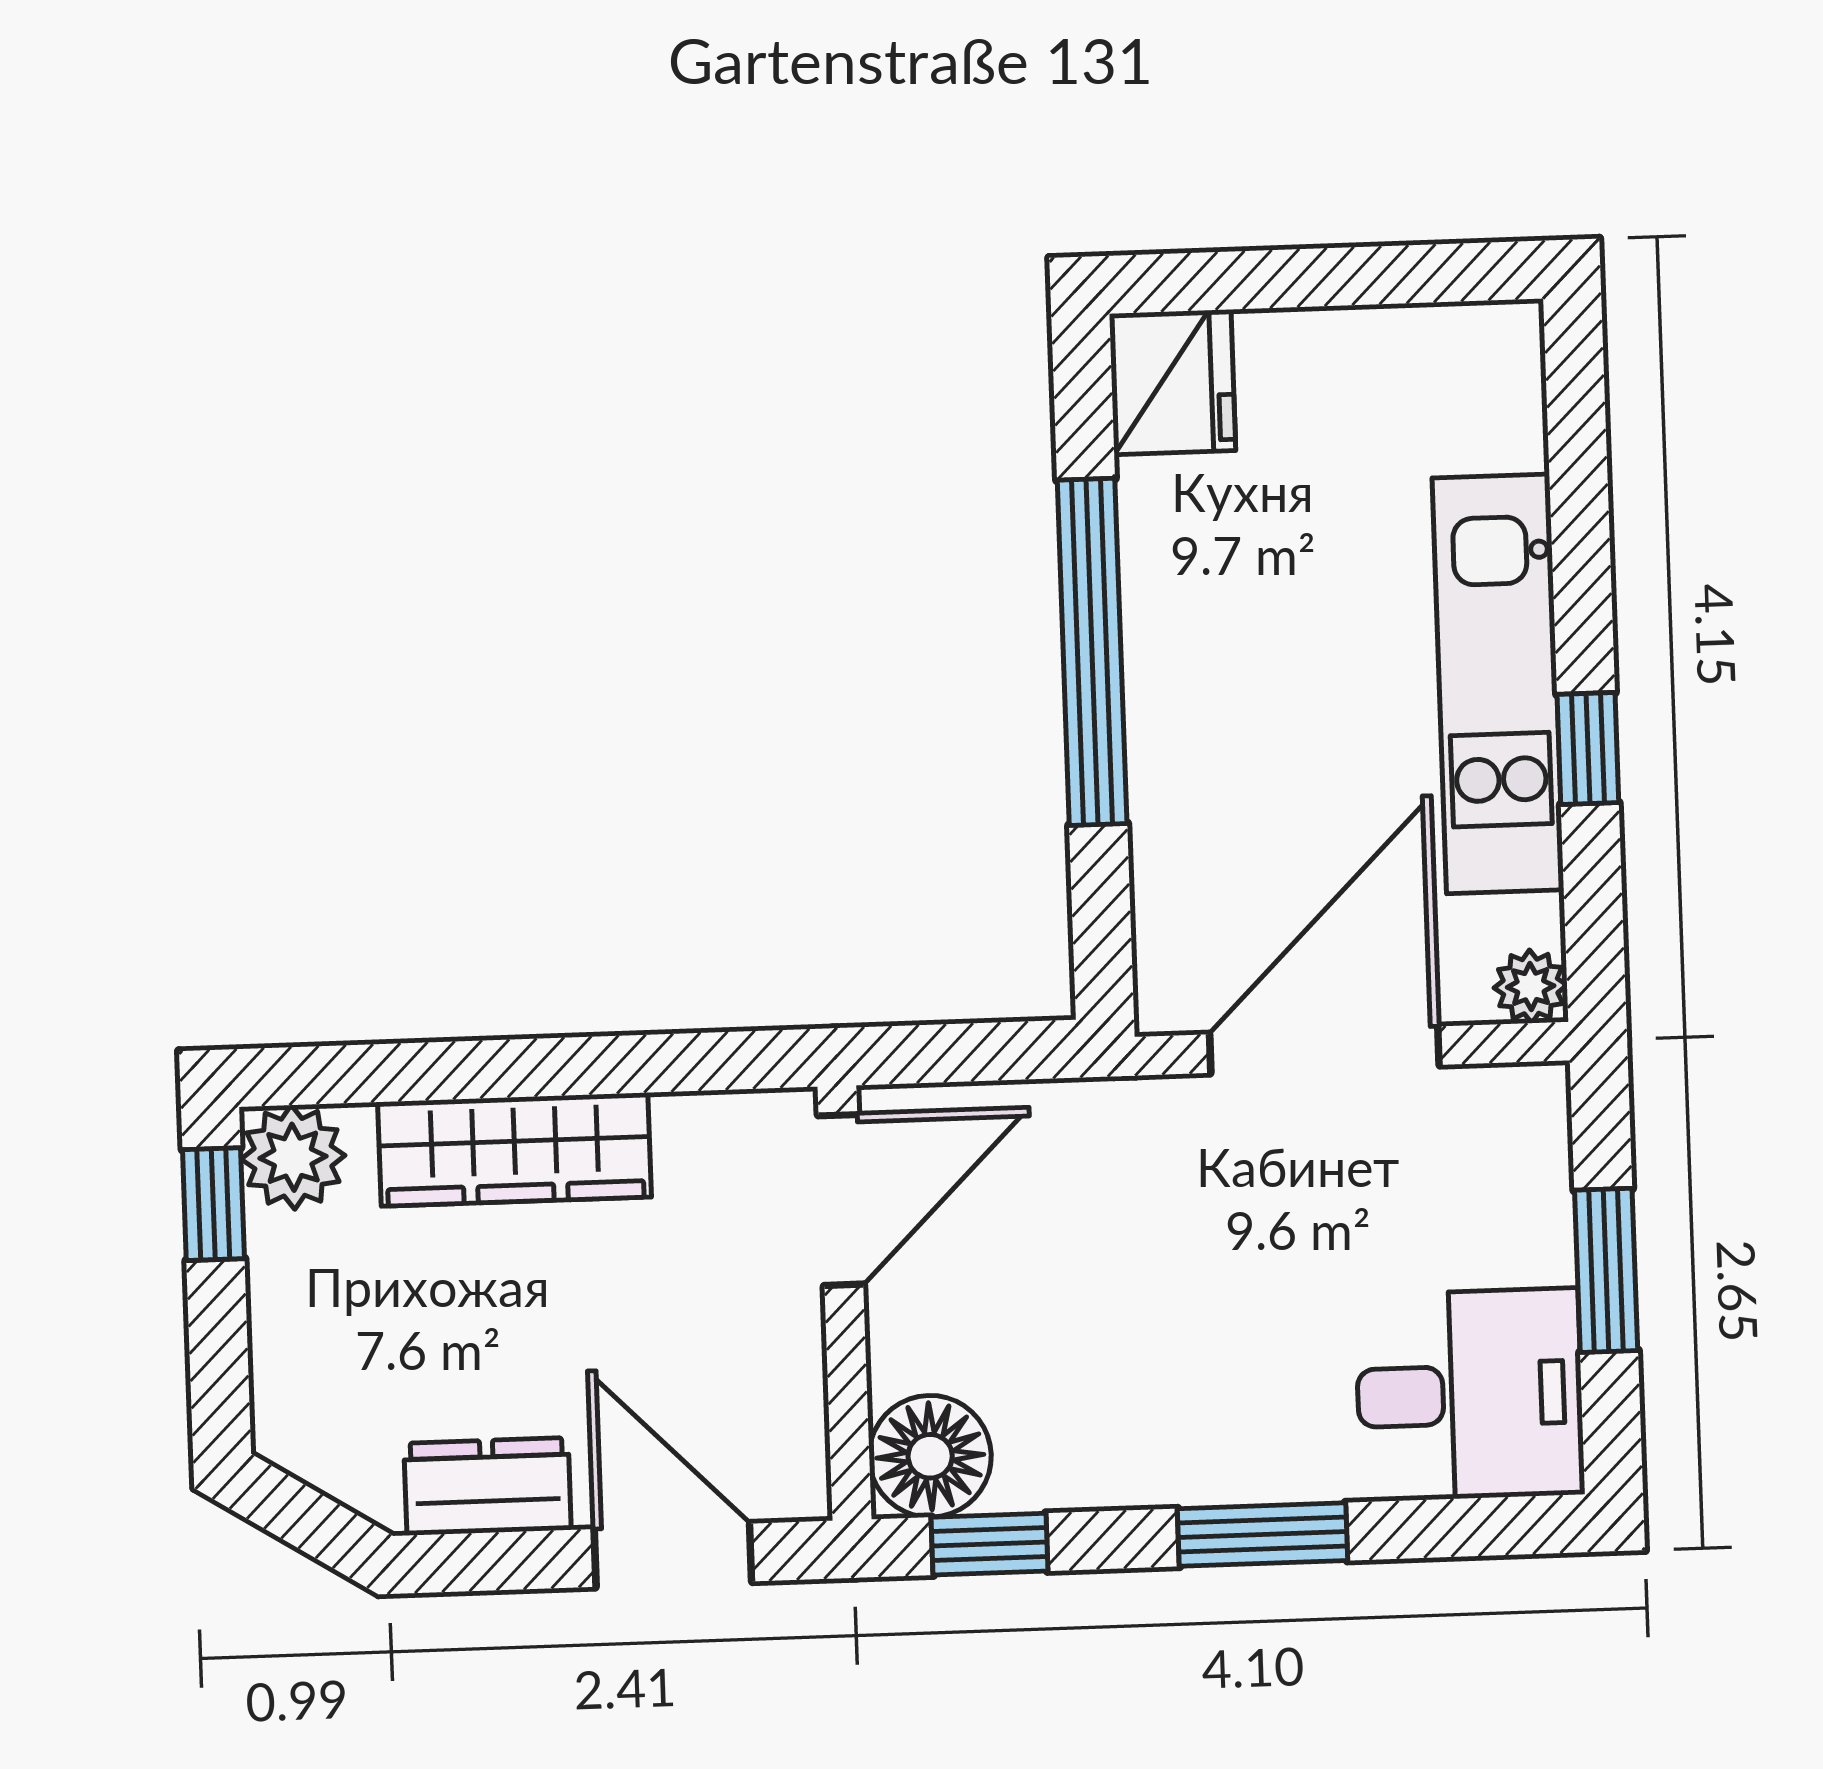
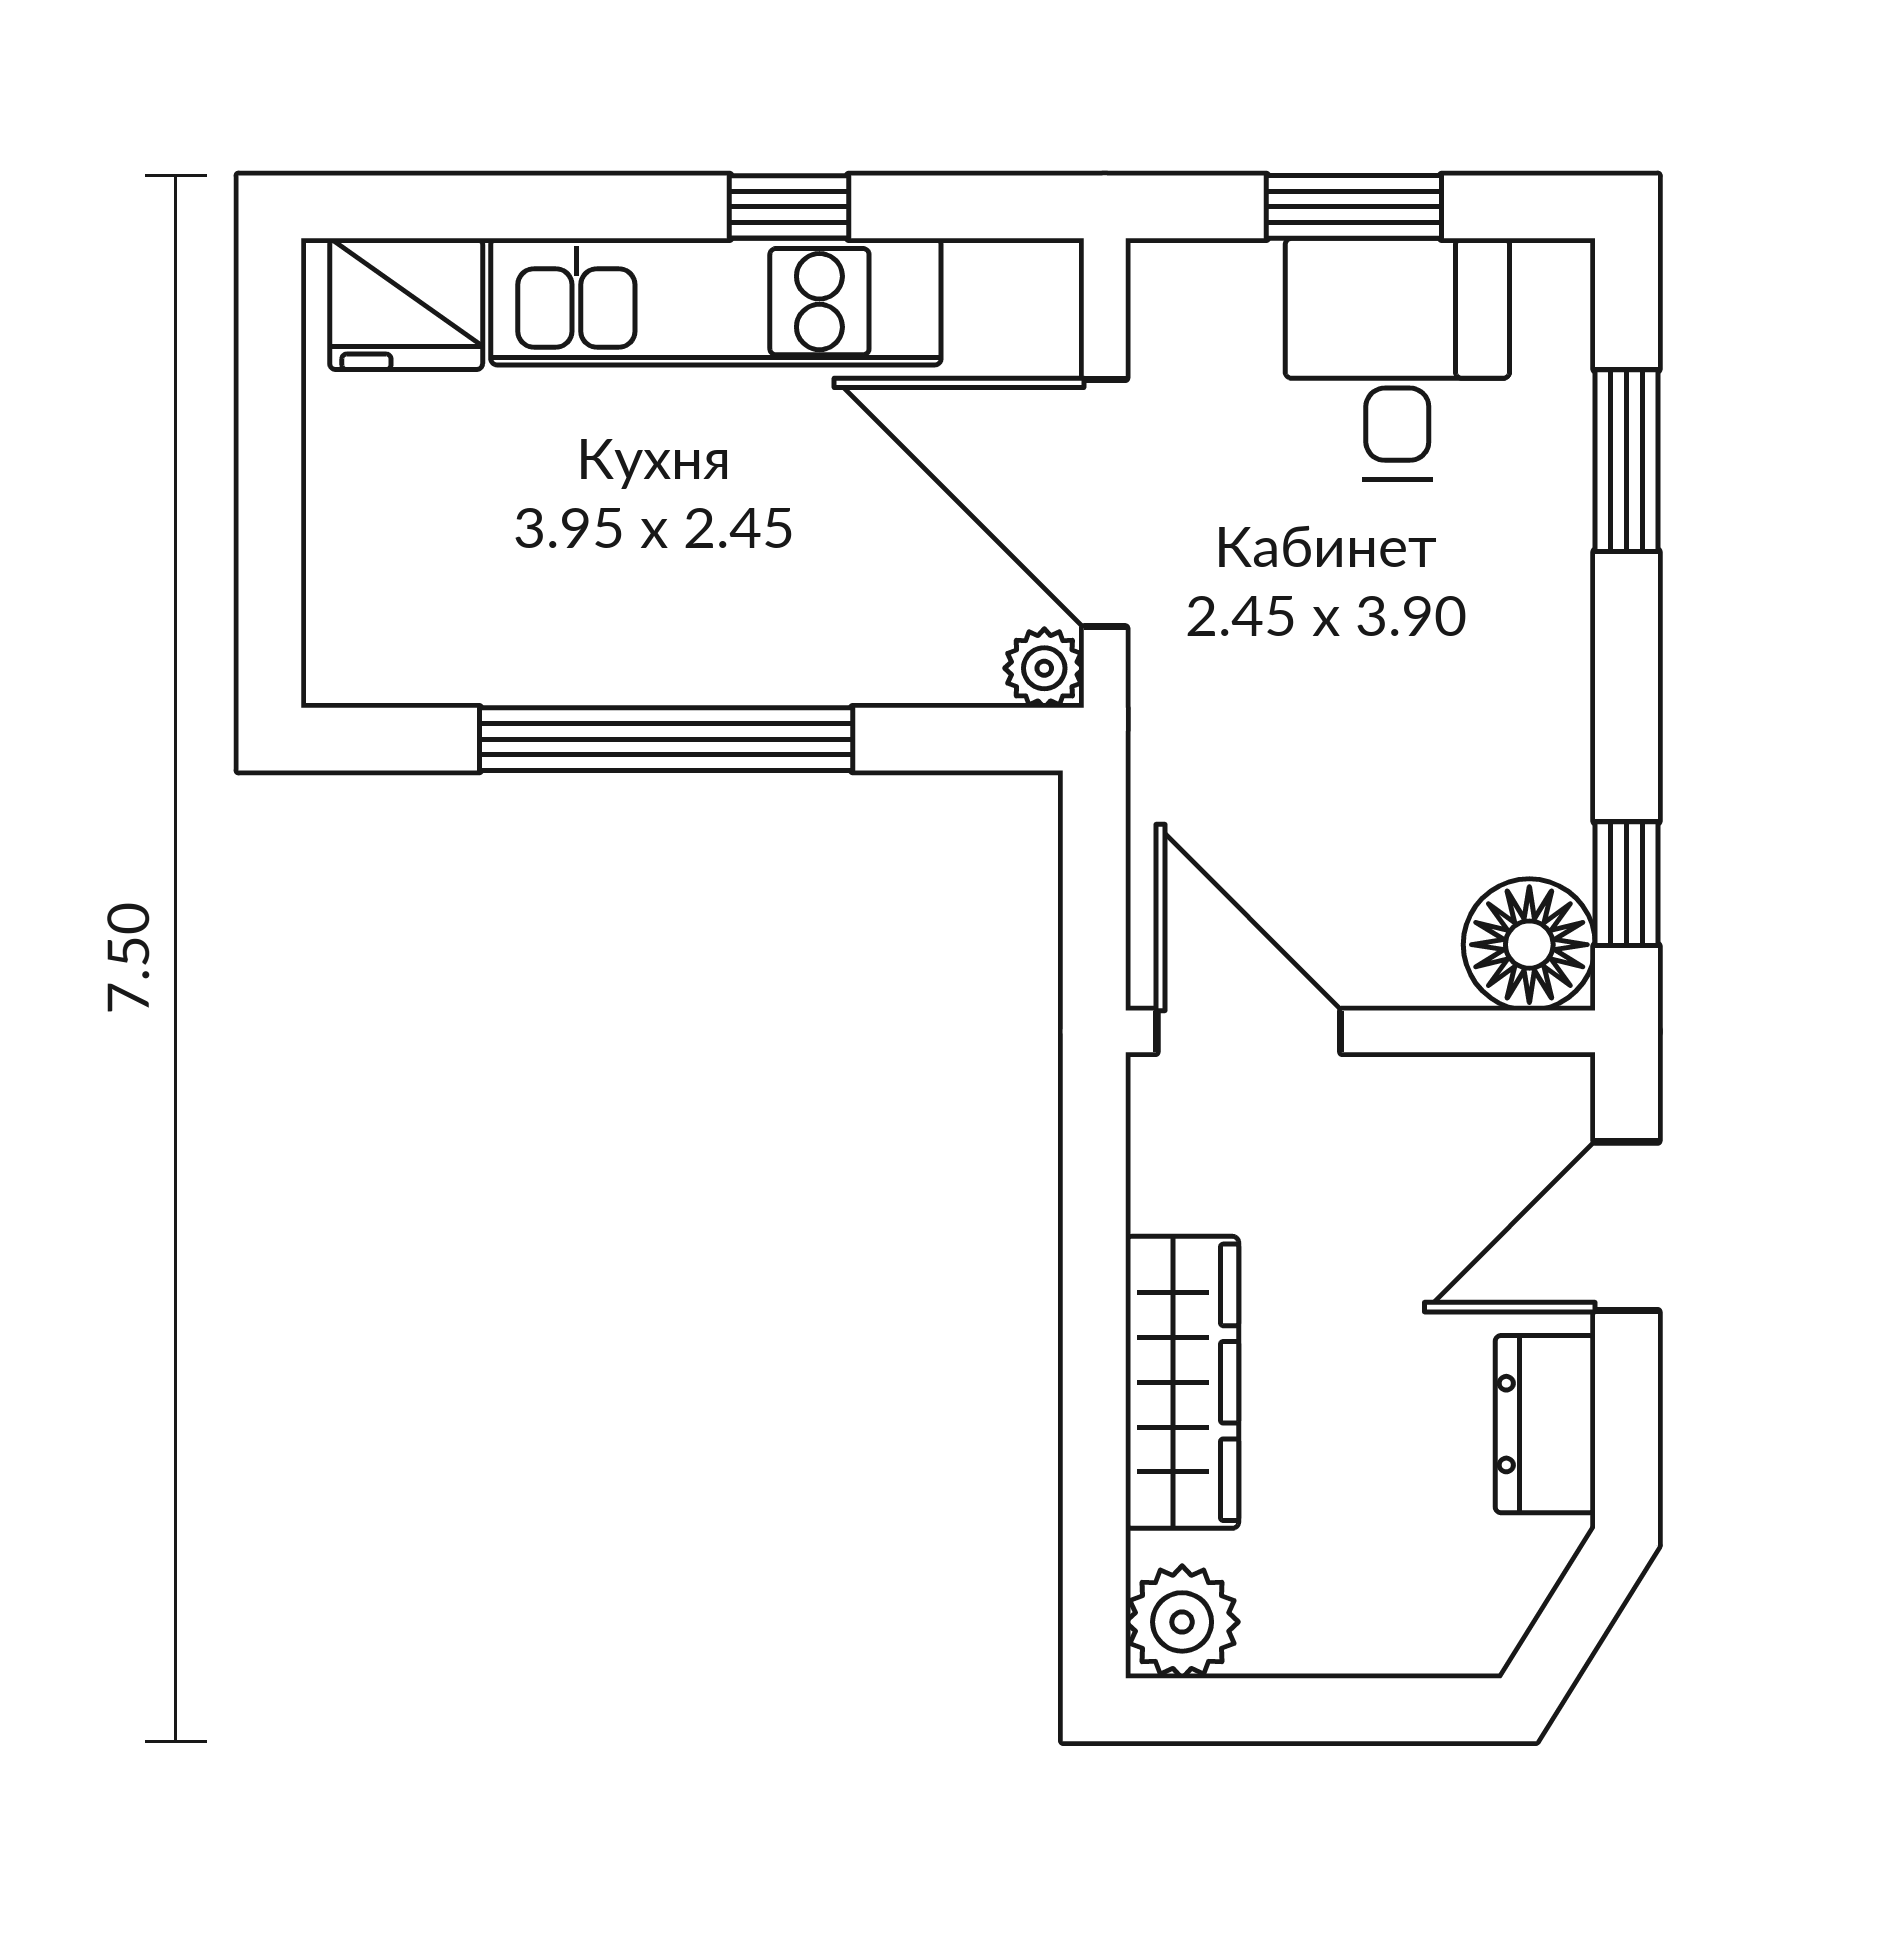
fridge: (1172, 382) -> (406, 304), moved, turned 180
plant: (1531, 987) -> (1044, 668), moved
window: (213, 1204) -> (1230, 1710), removed
desk: (1470, 1395) -> (1397, 359), moved
window: (1262, 1535) -> (1627, 461), moved

